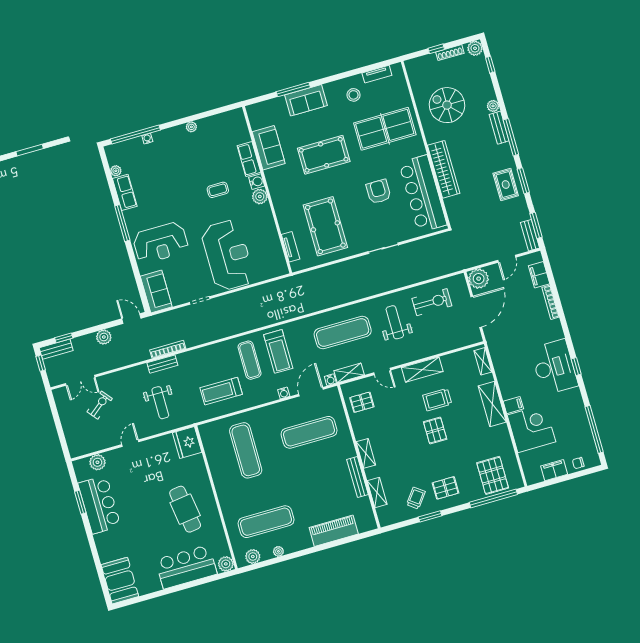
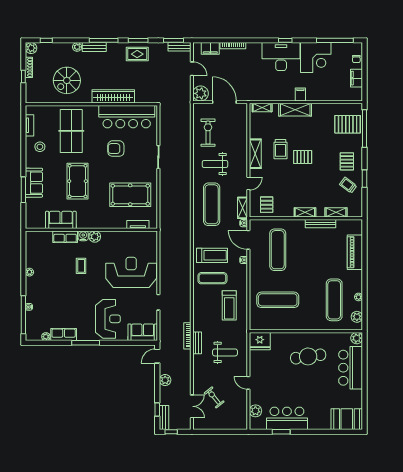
corner desk: (531, 428) -> (316, 57), moved, turned 180

